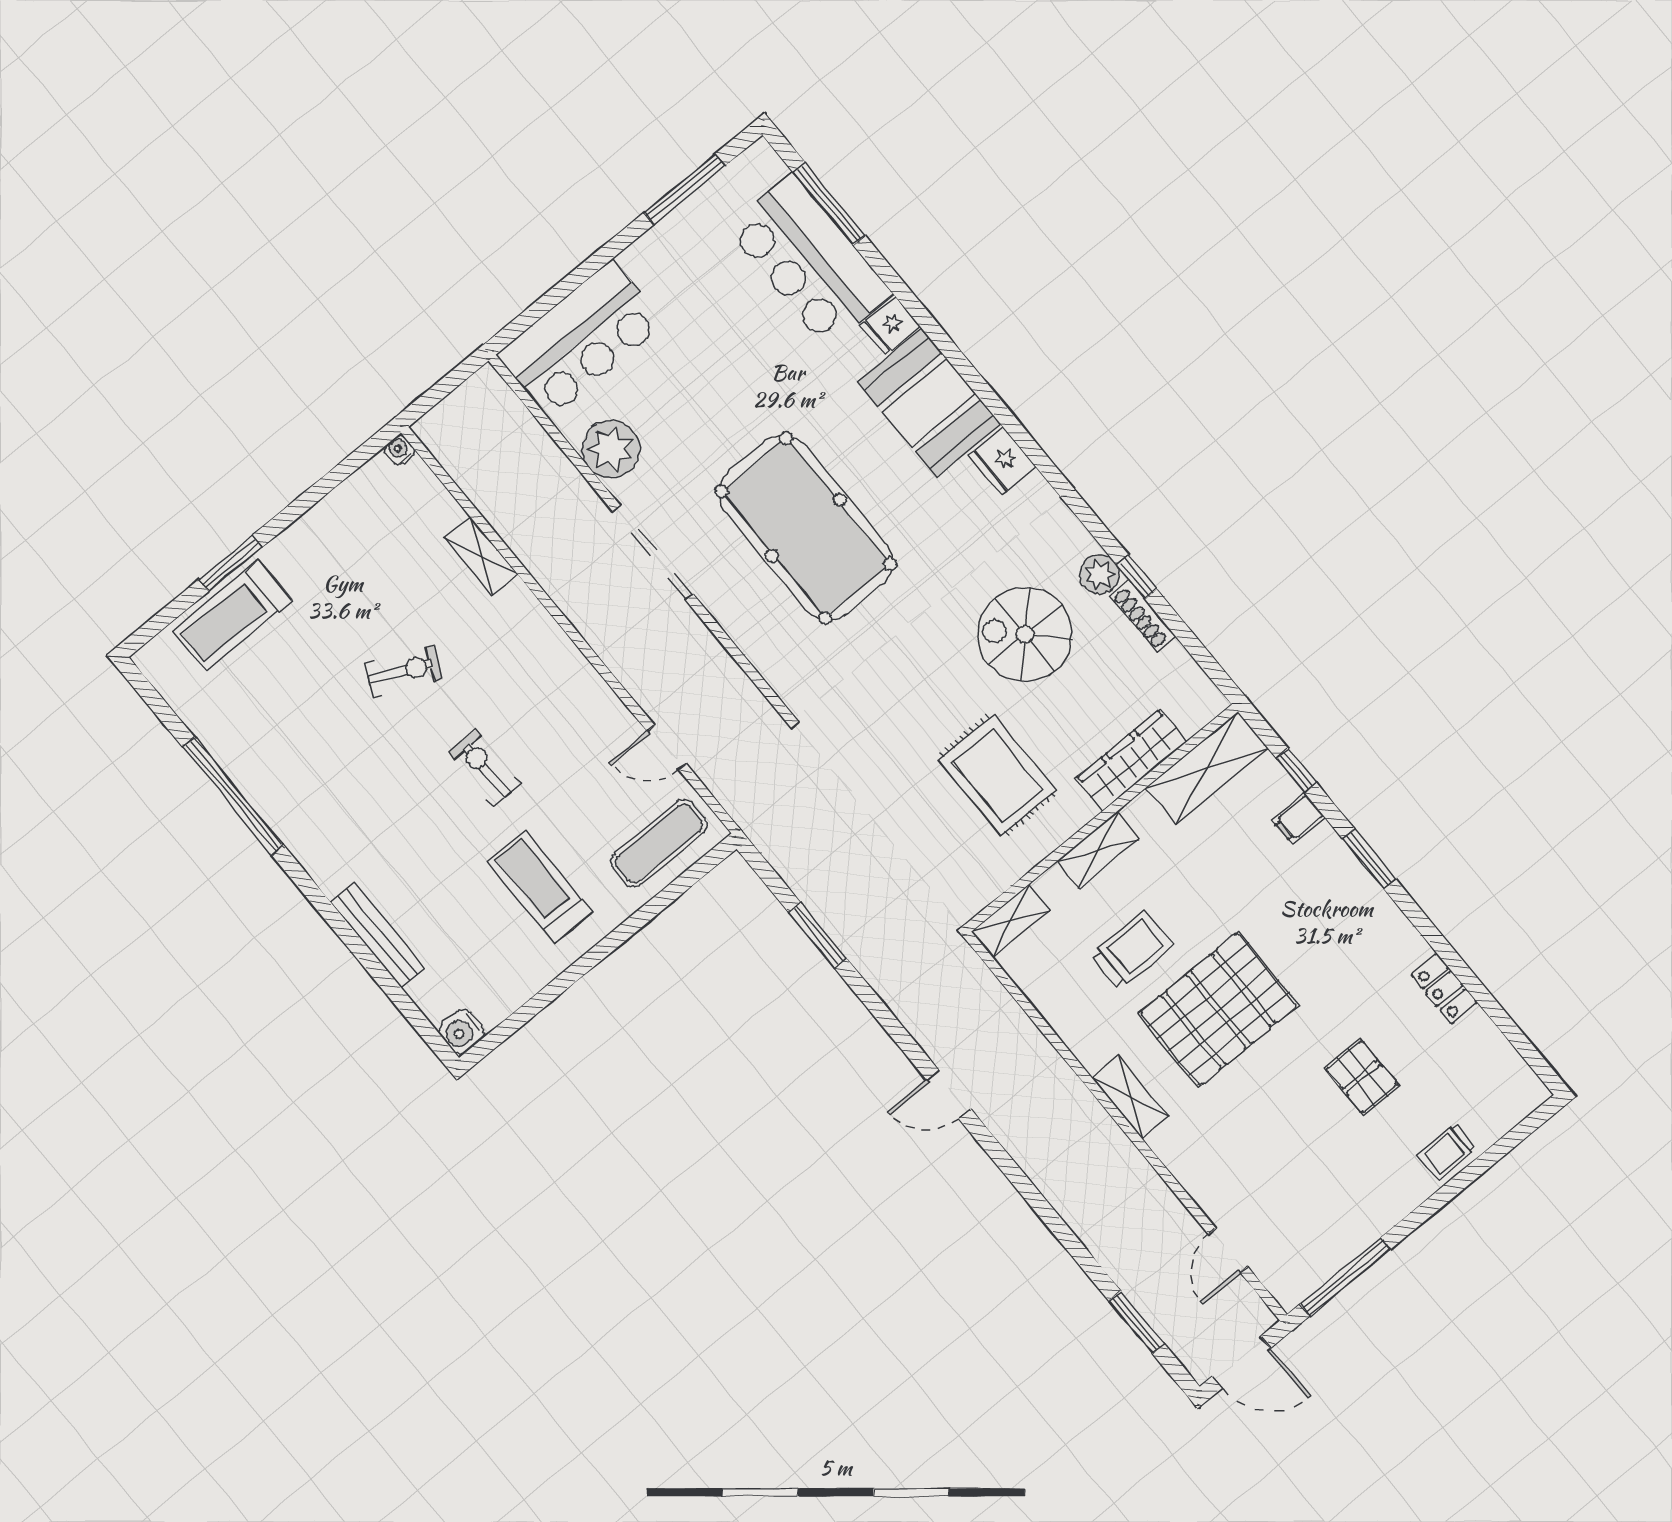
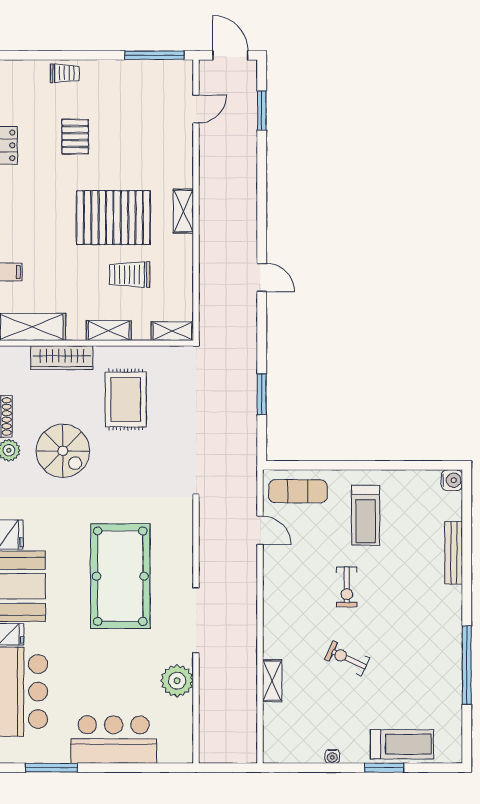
bar counter: (581, 339) -> (114, 740), moved
water cooler: (399, 450) -> (332, 756), moved

